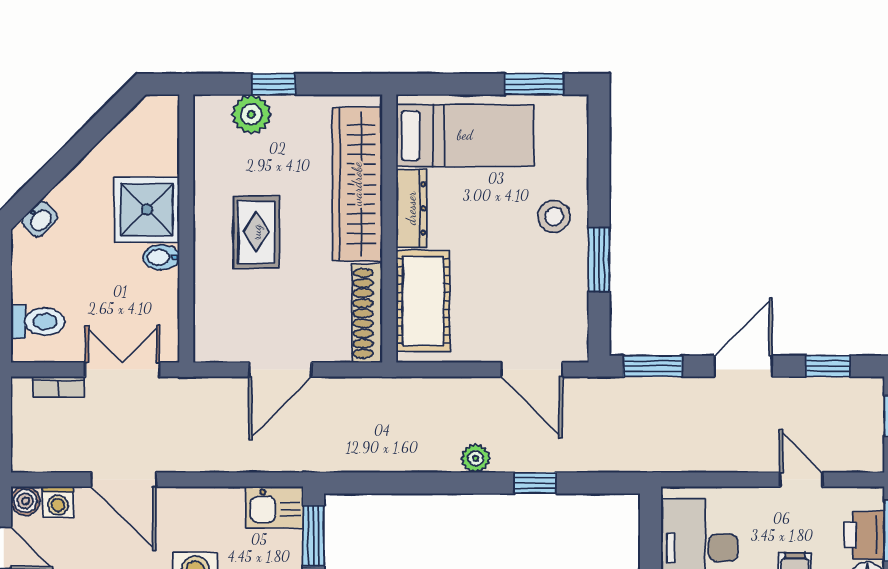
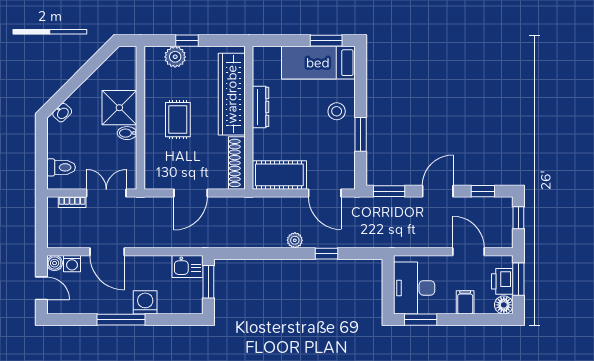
bed: (465, 135) -> (318, 63), moved, turned 180
cot: (423, 301) -> (279, 175), moved, turned 90
door: (801, 480) -> (469, 252), width x1.38

